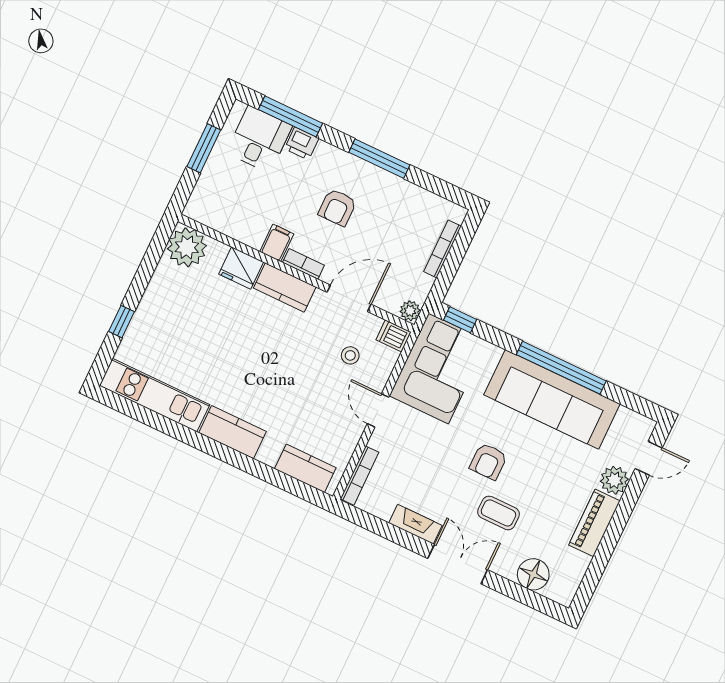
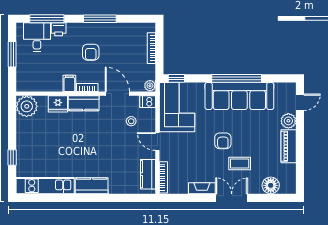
door: (349, 298) -> (117, 94), hinge flipped
kitchen counter: (305, 468) -> (148, 174), moved, turned -90

